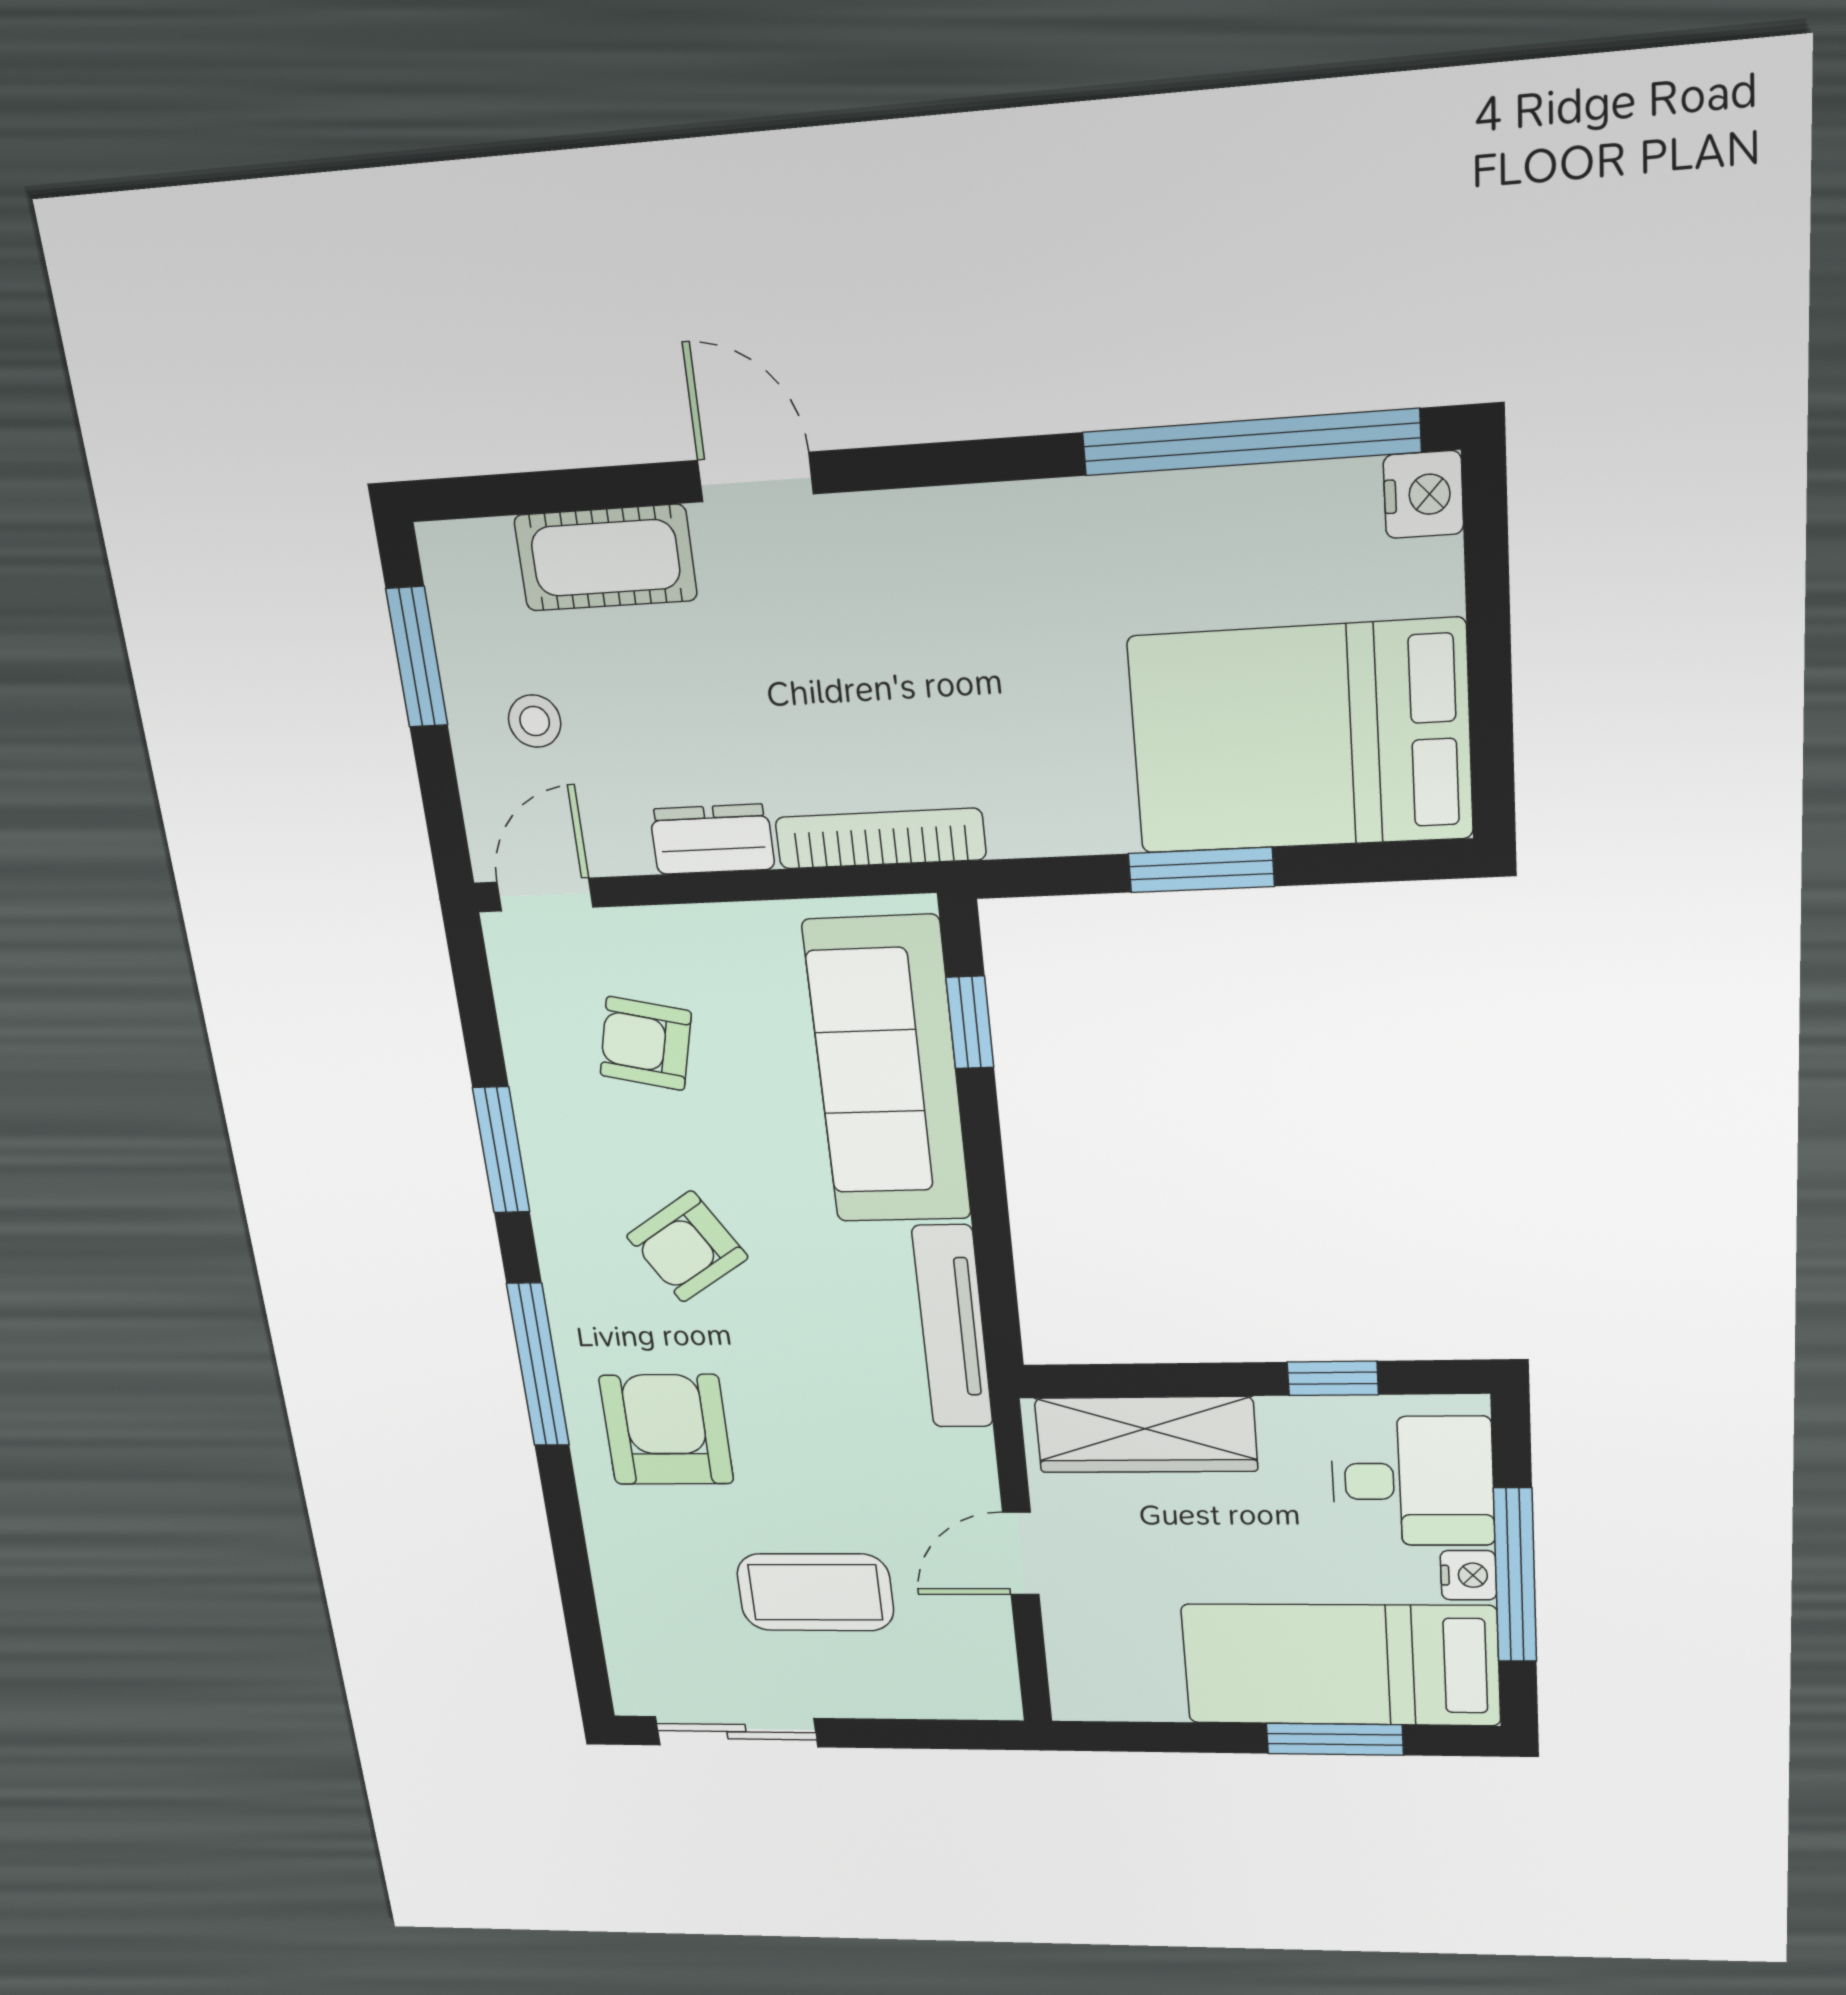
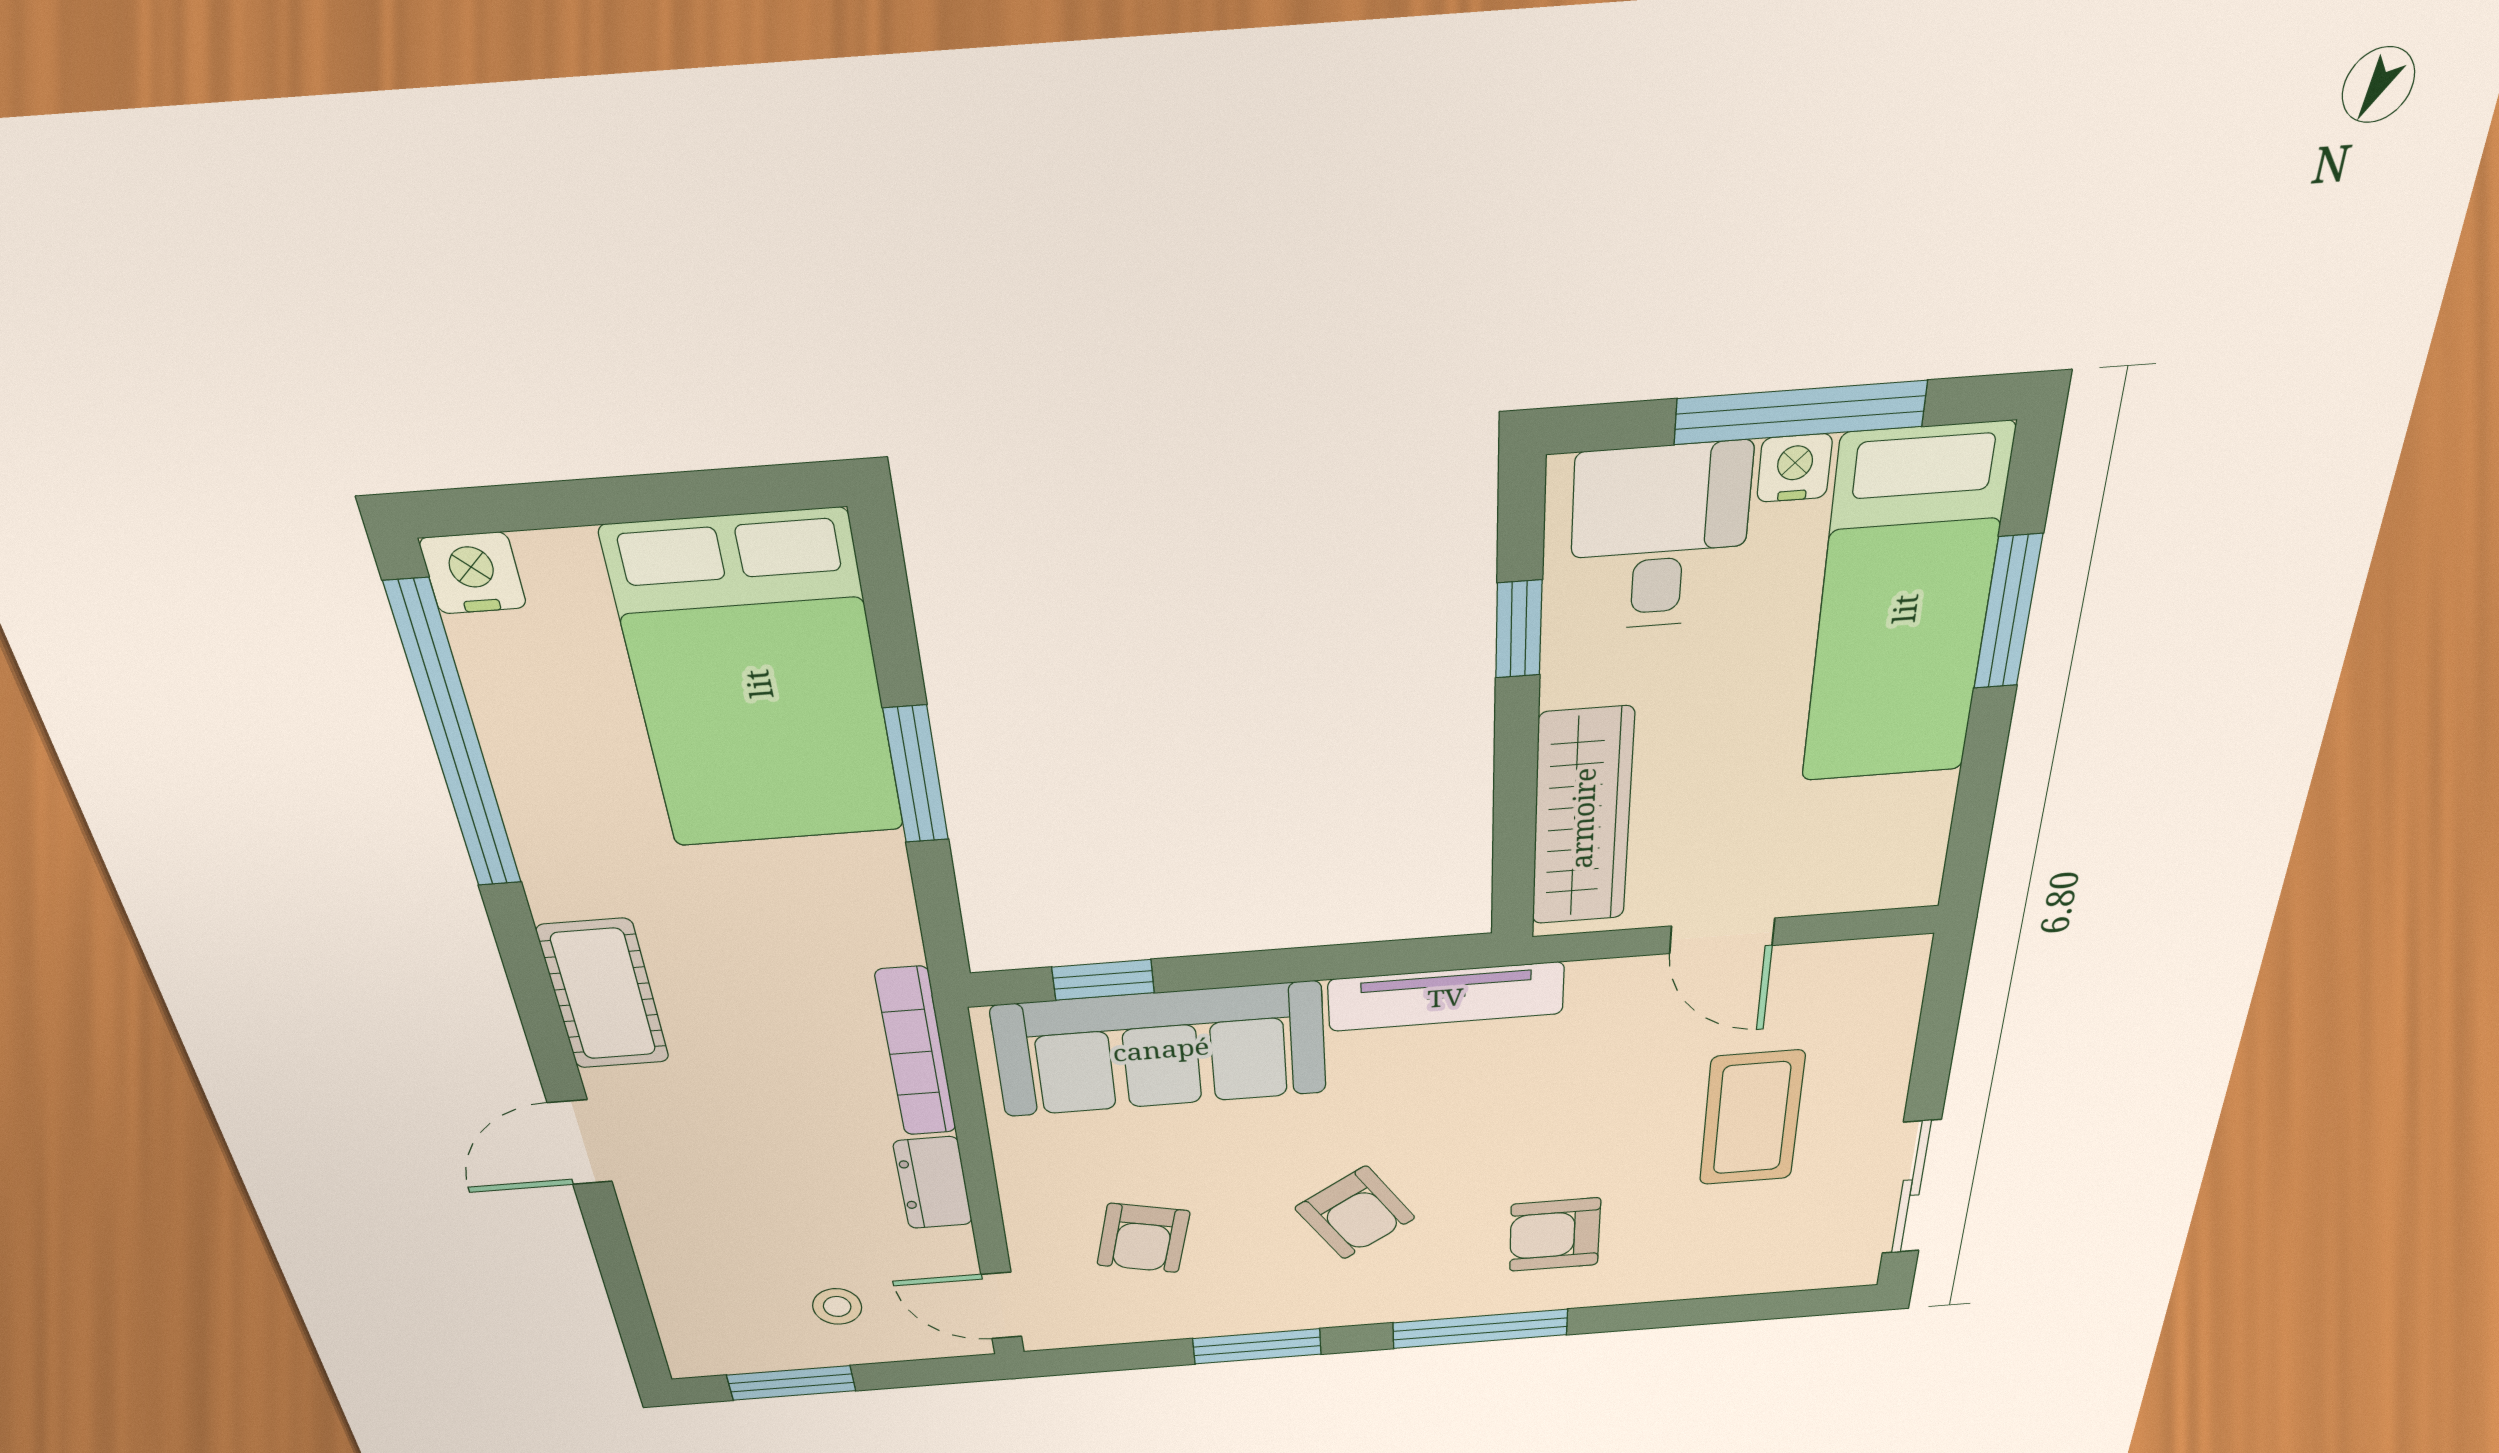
cot: (606, 558) -> (604, 994), moved
armchair: (666, 1430) -> (1555, 1235), width x0.72, depth x0.72

